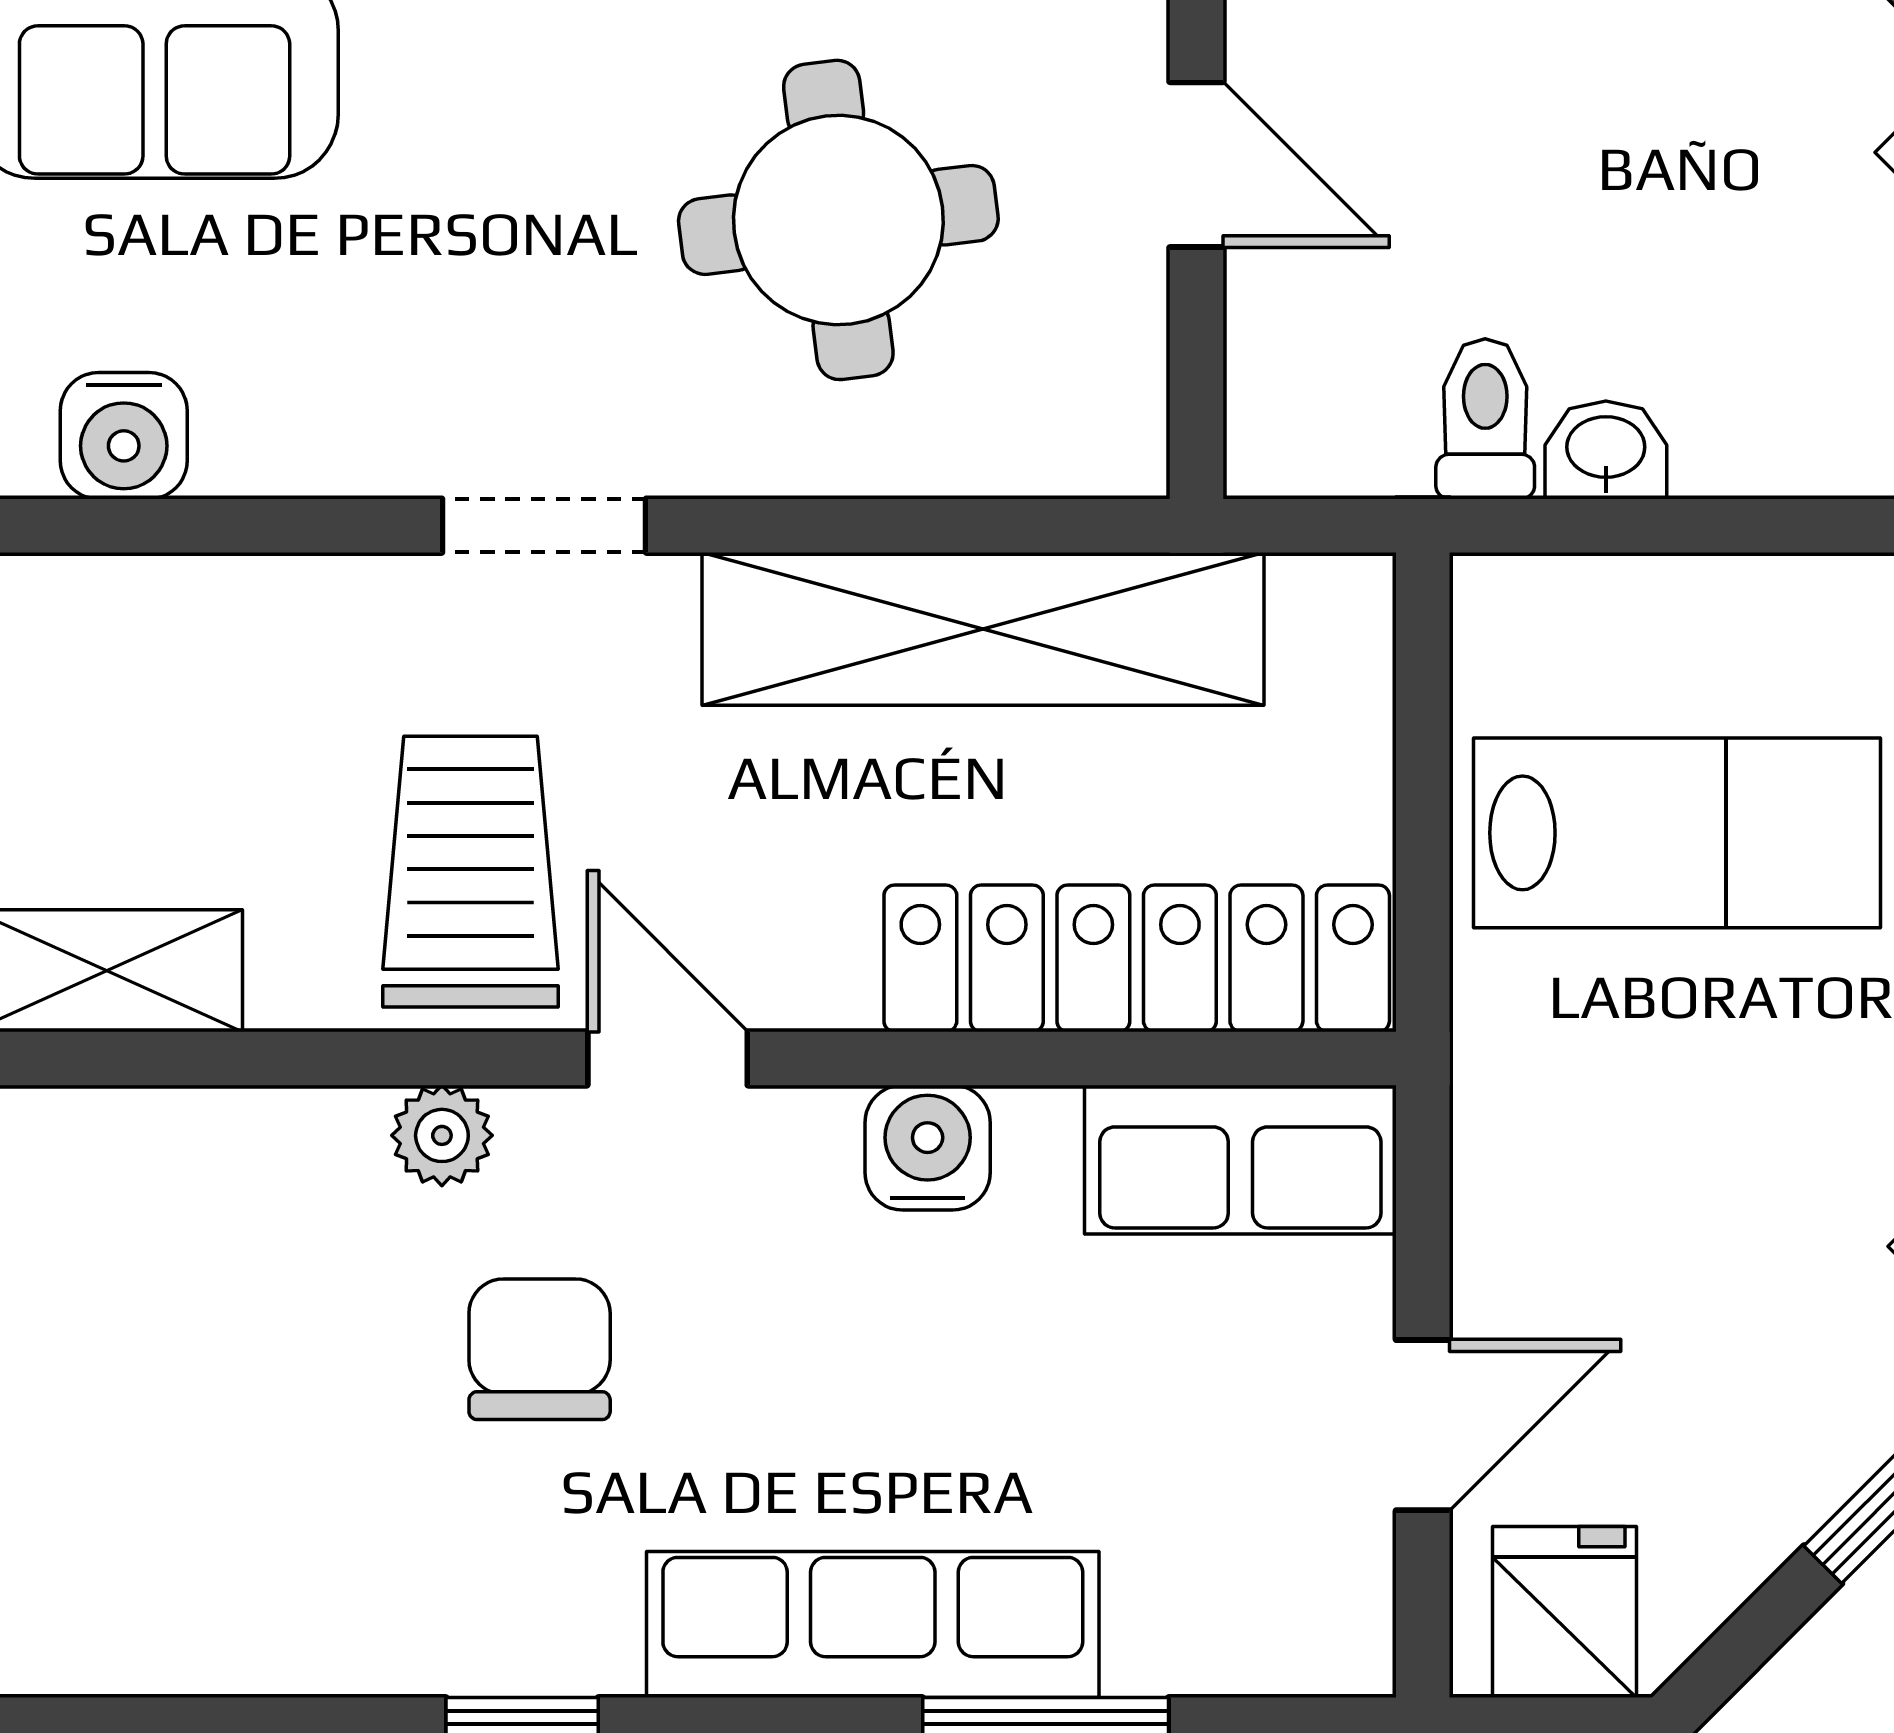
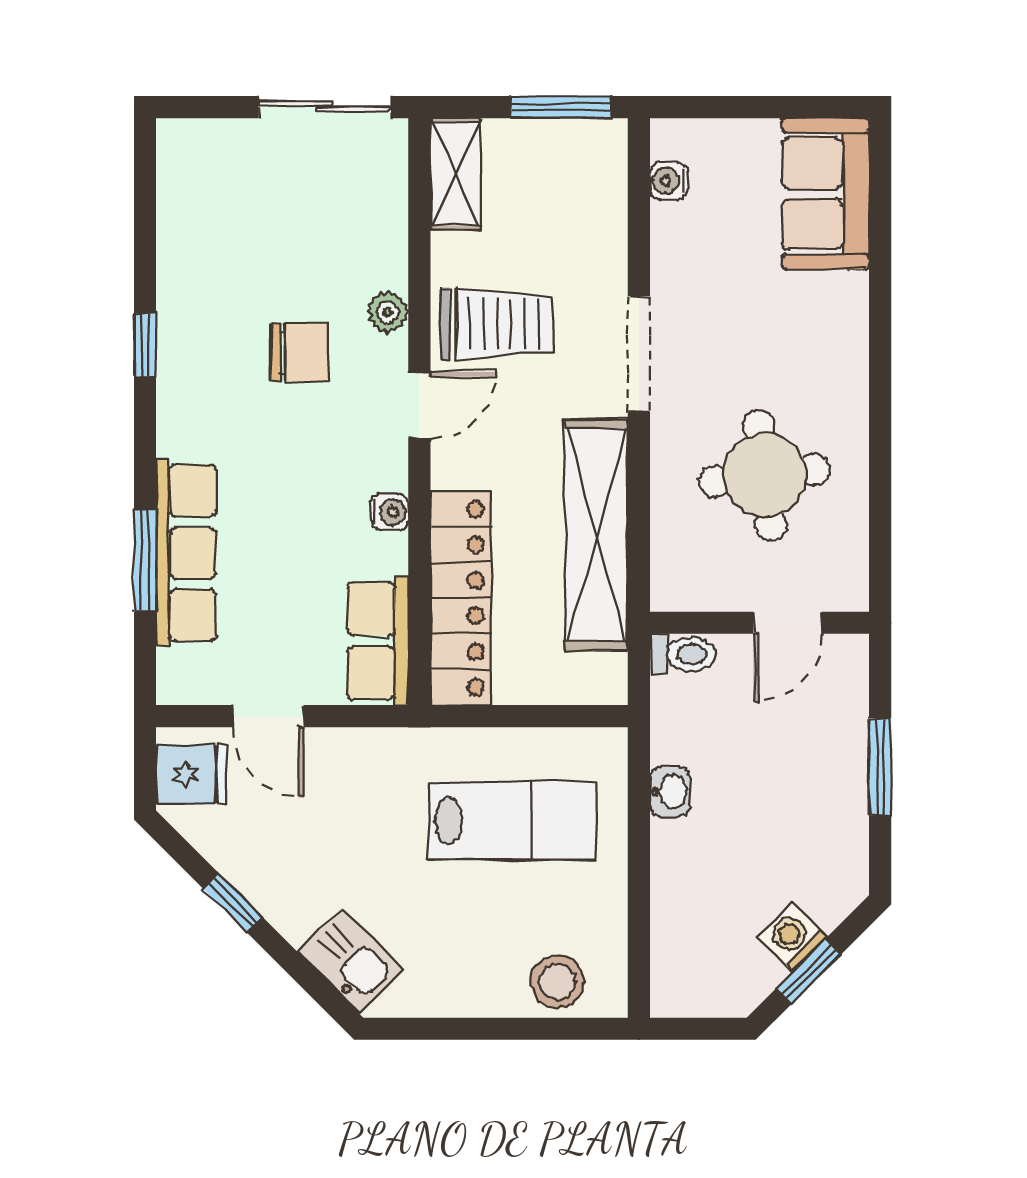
toilet: (1485, 419) -> (683, 654), moved
water cooler: (124, 436) -> (669, 181), width x0.72, depth x0.72
doorway: (544, 526) -> (639, 354), width x1.38
lab bench: (1677, 833) -> (512, 821), turned -90
water cooler: (928, 1148) -> (390, 512), width x0.72, depth x0.72
row of seats: (873, 1625) -> (186, 553), moved

